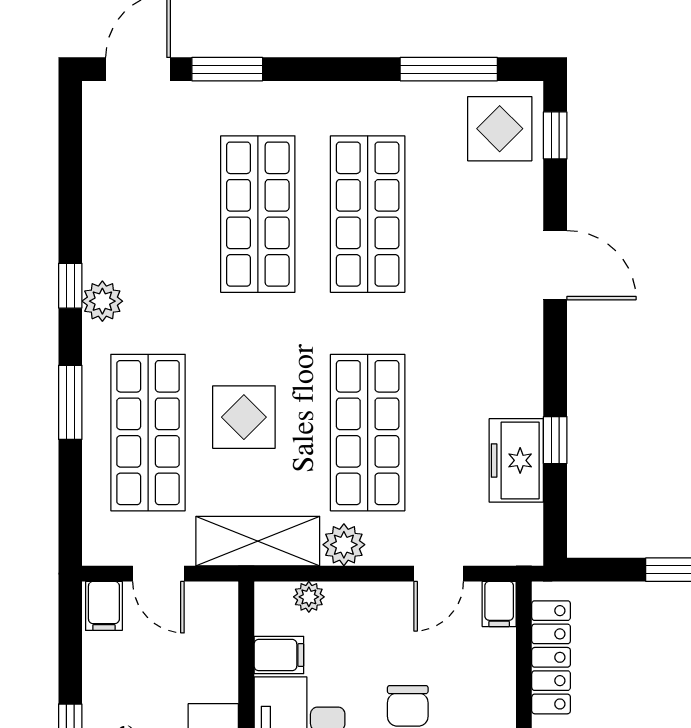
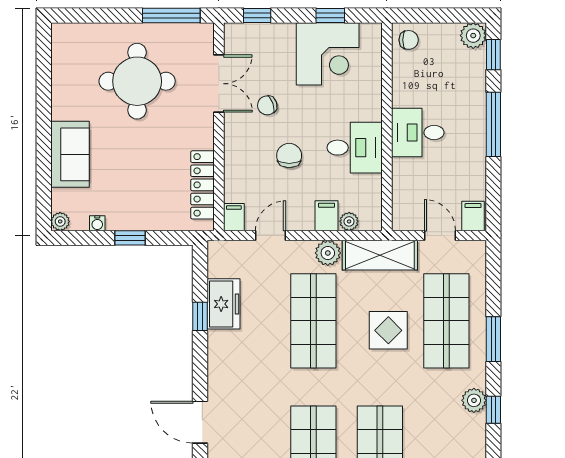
filing cabinet: (279, 655) -> (327, 216), moved, turned 90

